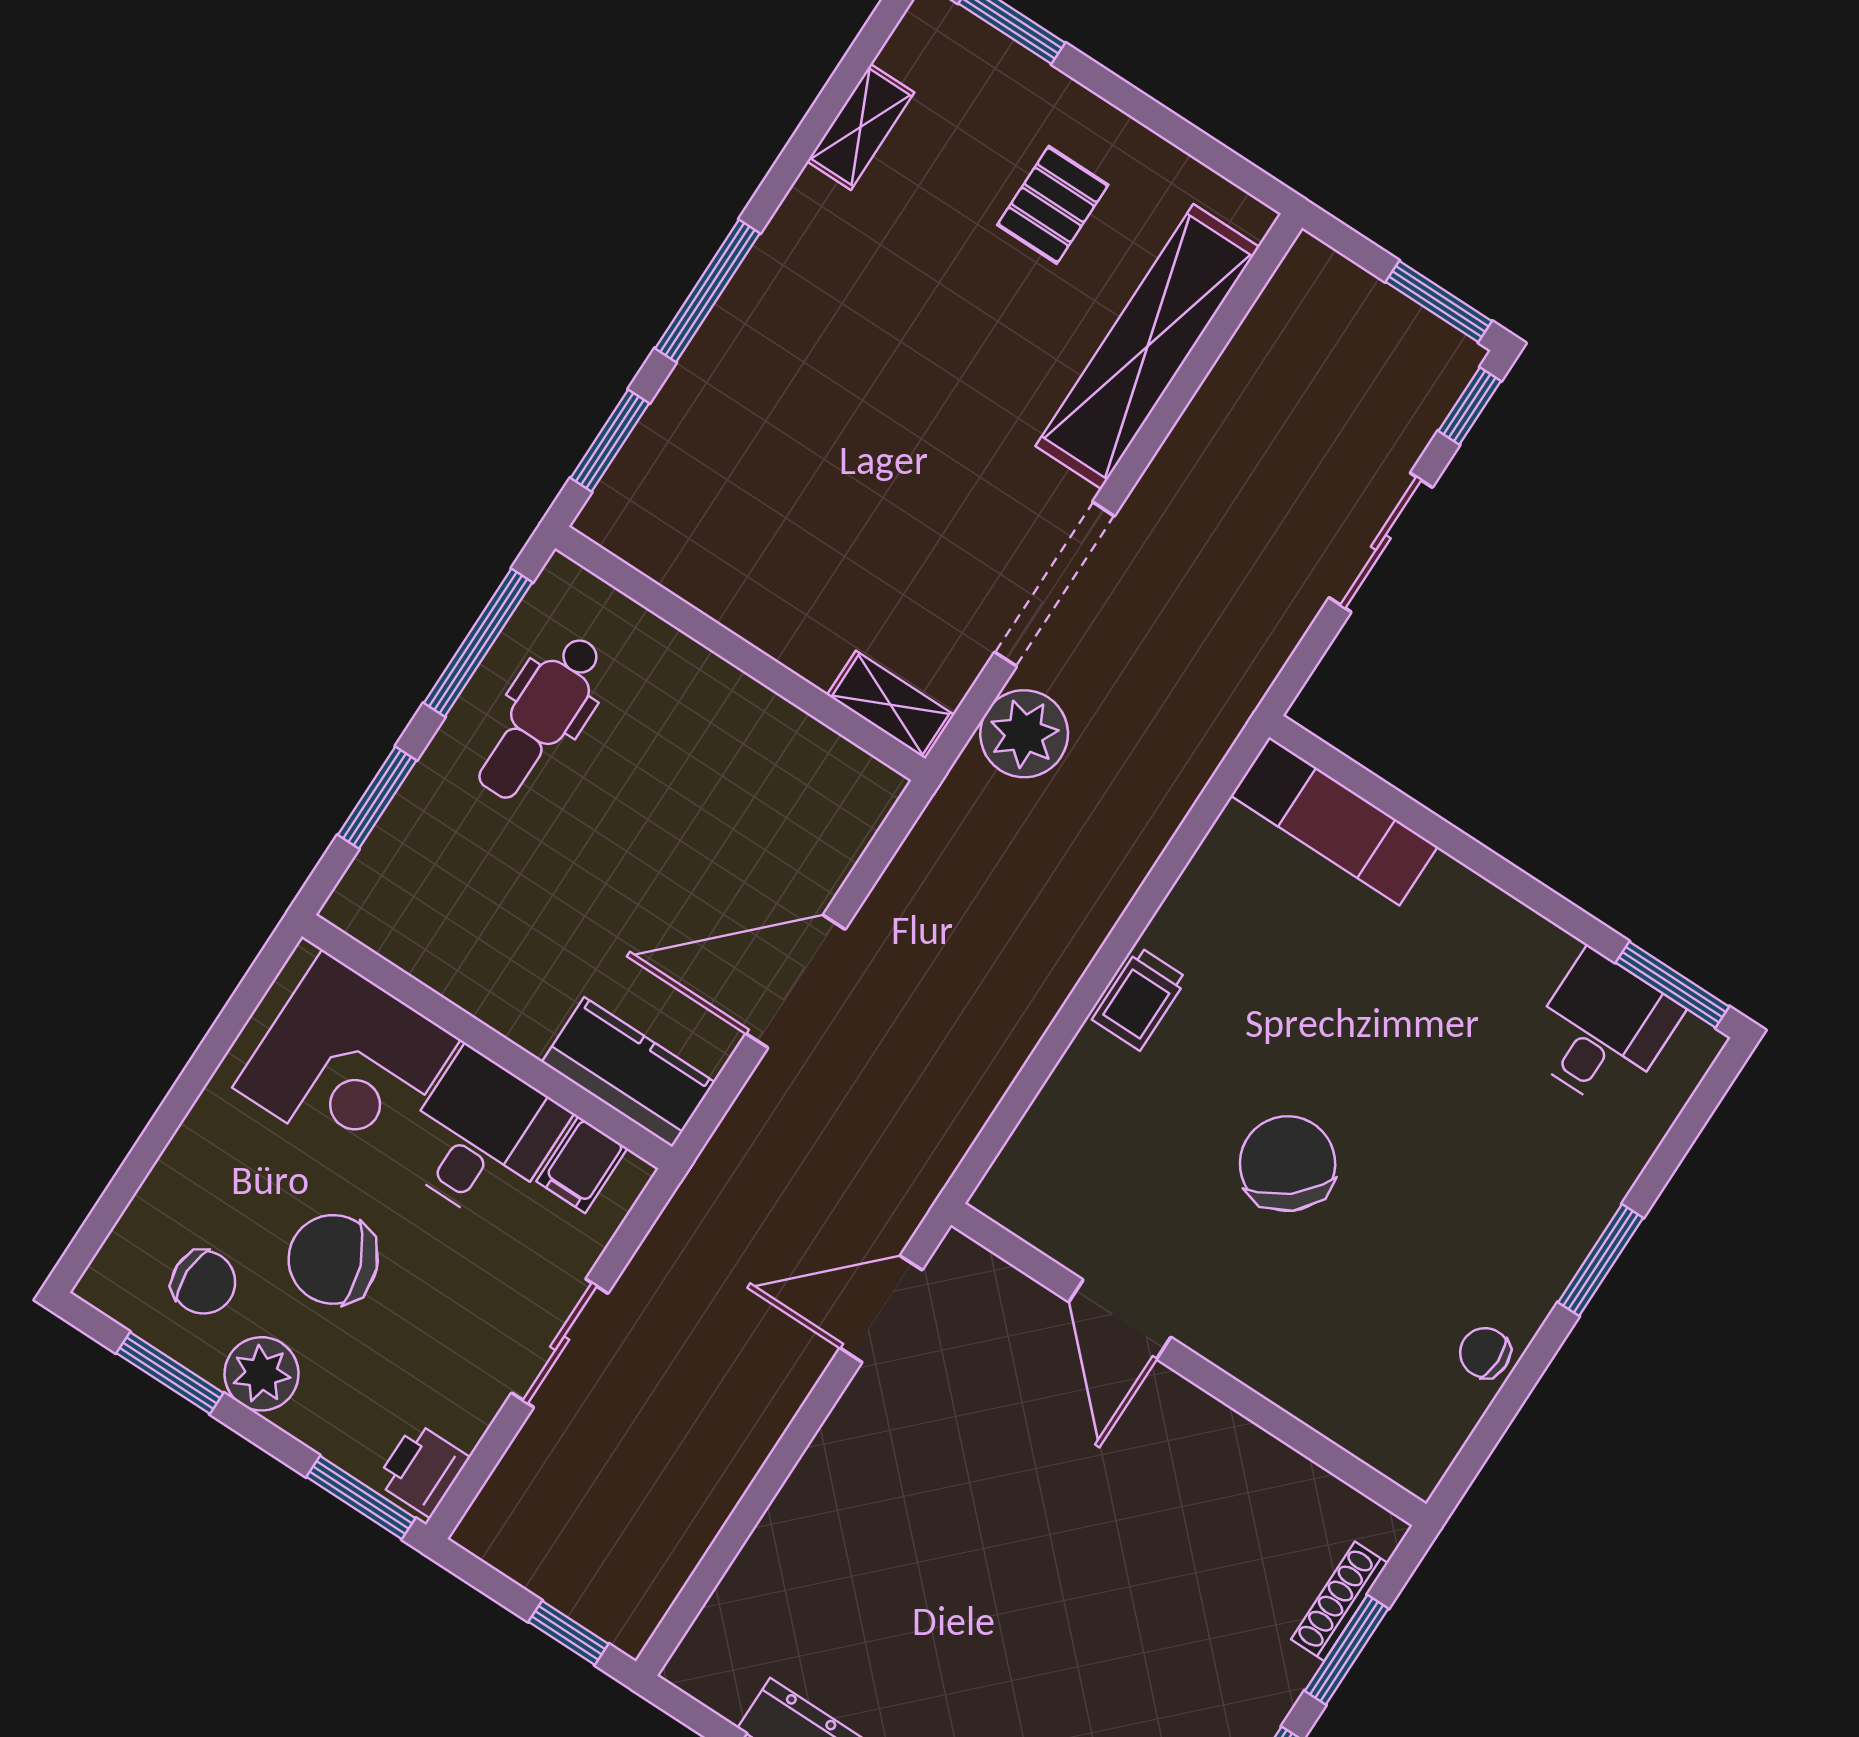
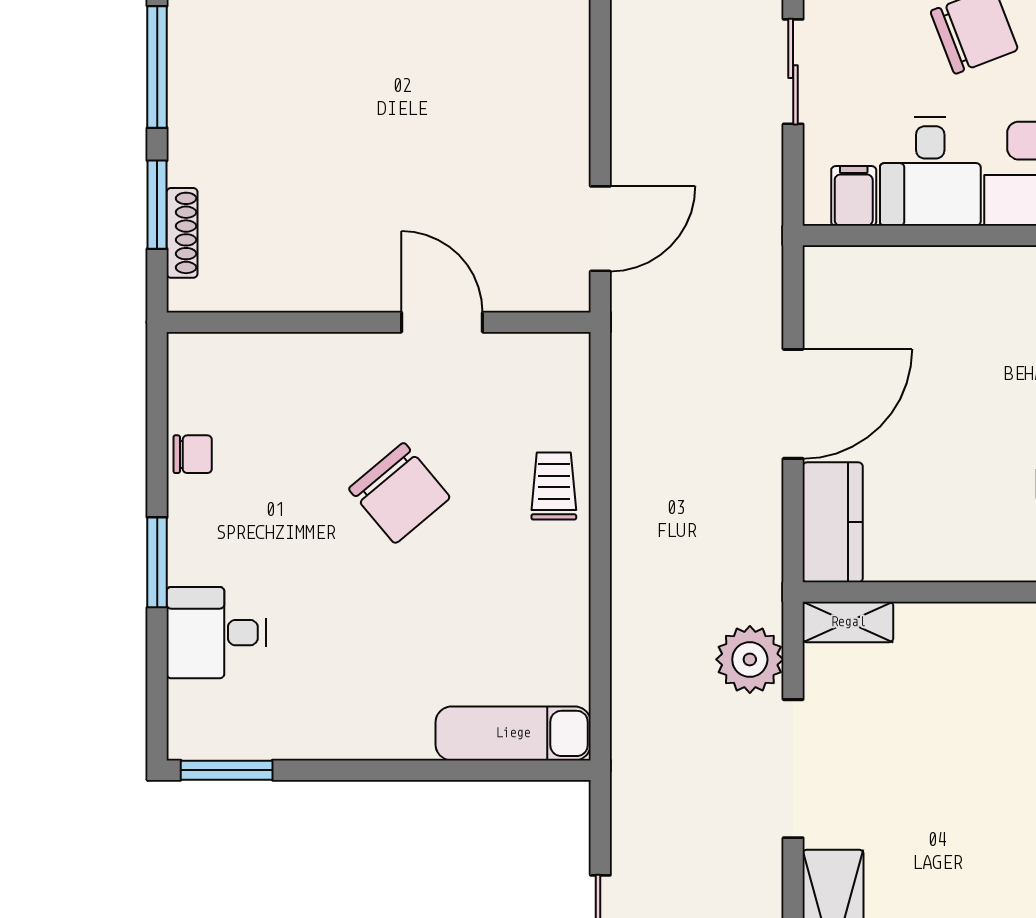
trolley: (1140, 999) -> (554, 486), moved
desk: (1602, 1030) -> (216, 633), moved, turned 90
kitchen counter: (628, 1072) -> (833, 522), moved, turned -90

